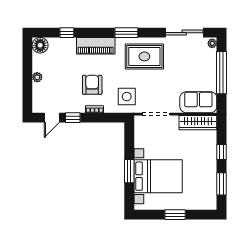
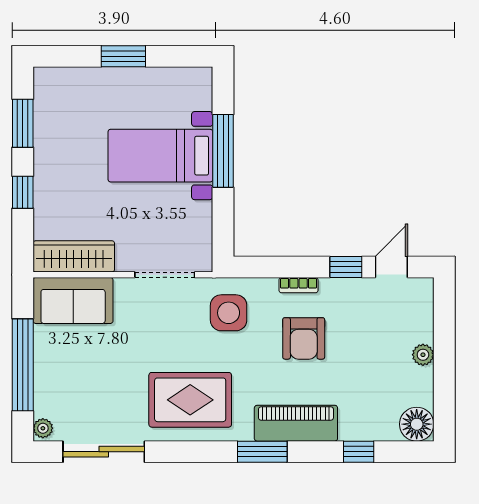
window: (126, 33) -> (262, 452), moved
window: (129, 171) -> (223, 151), width x1.44
bed with nightstands: (158, 176) -> (160, 156), width x0.73

